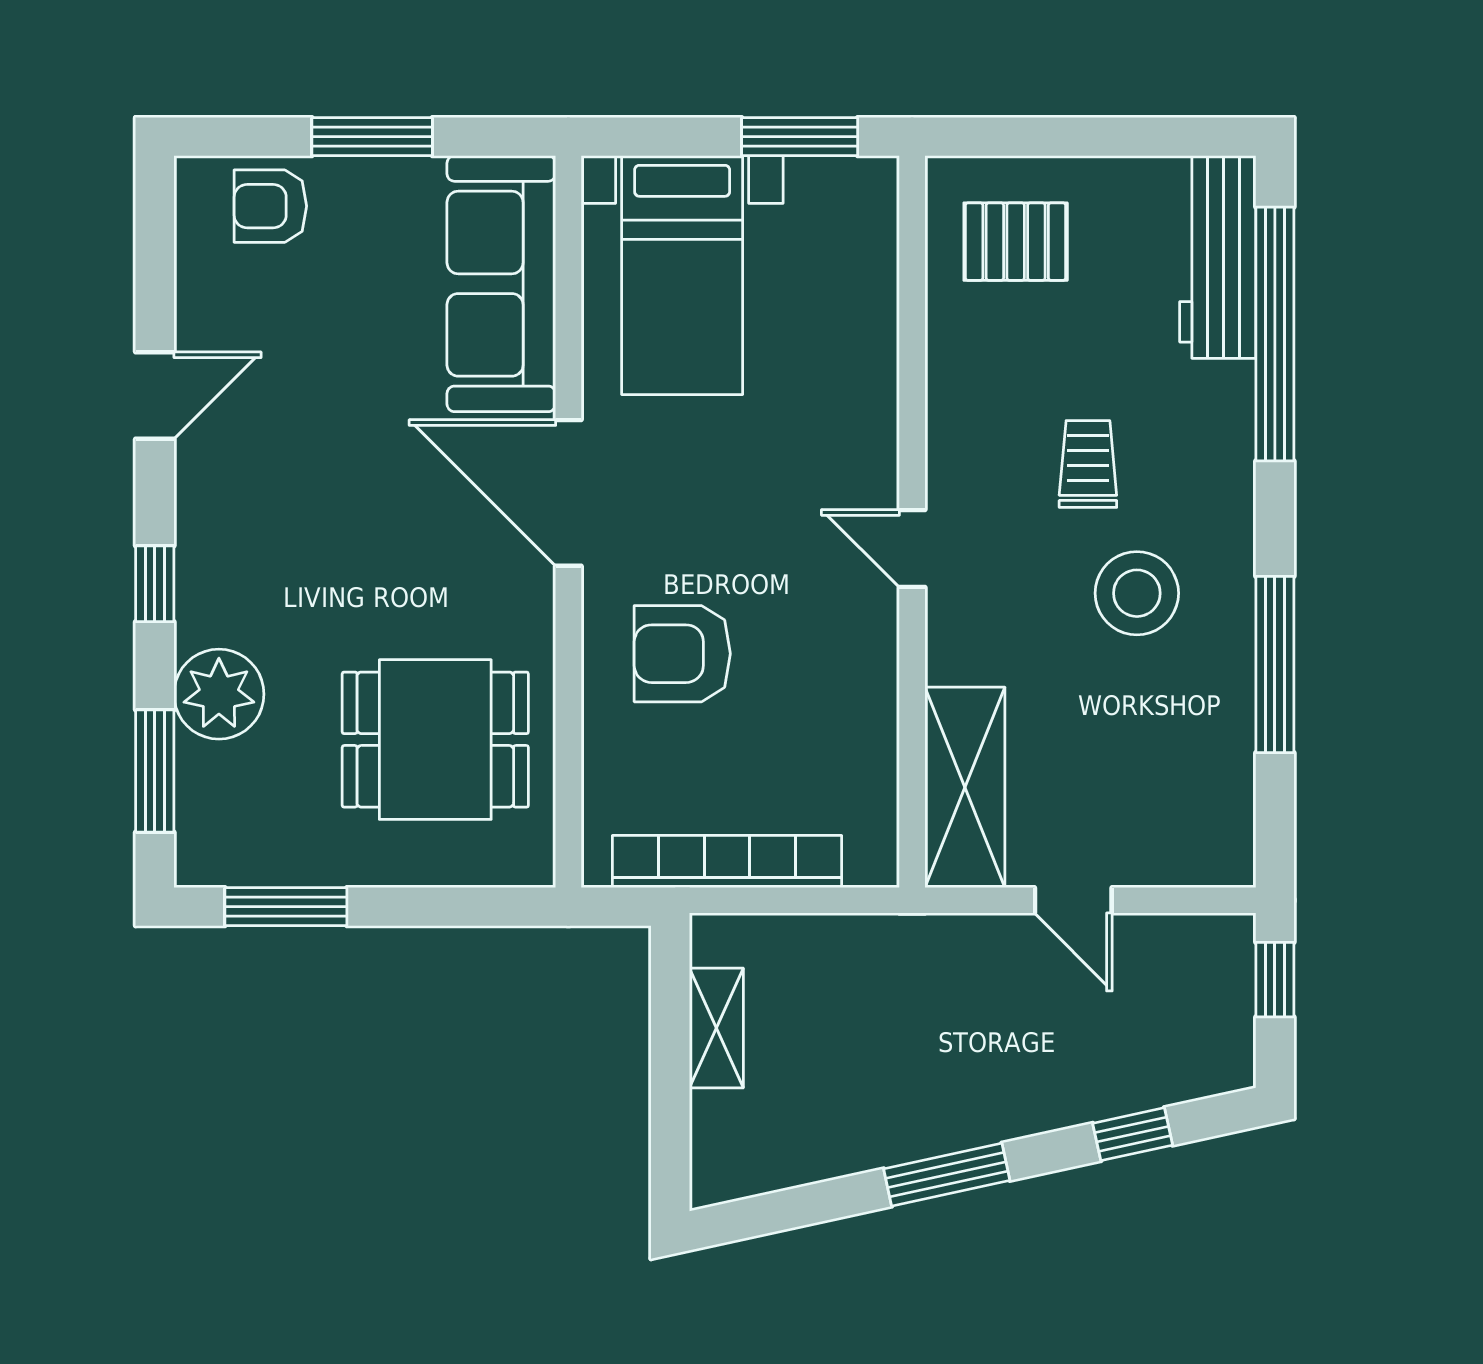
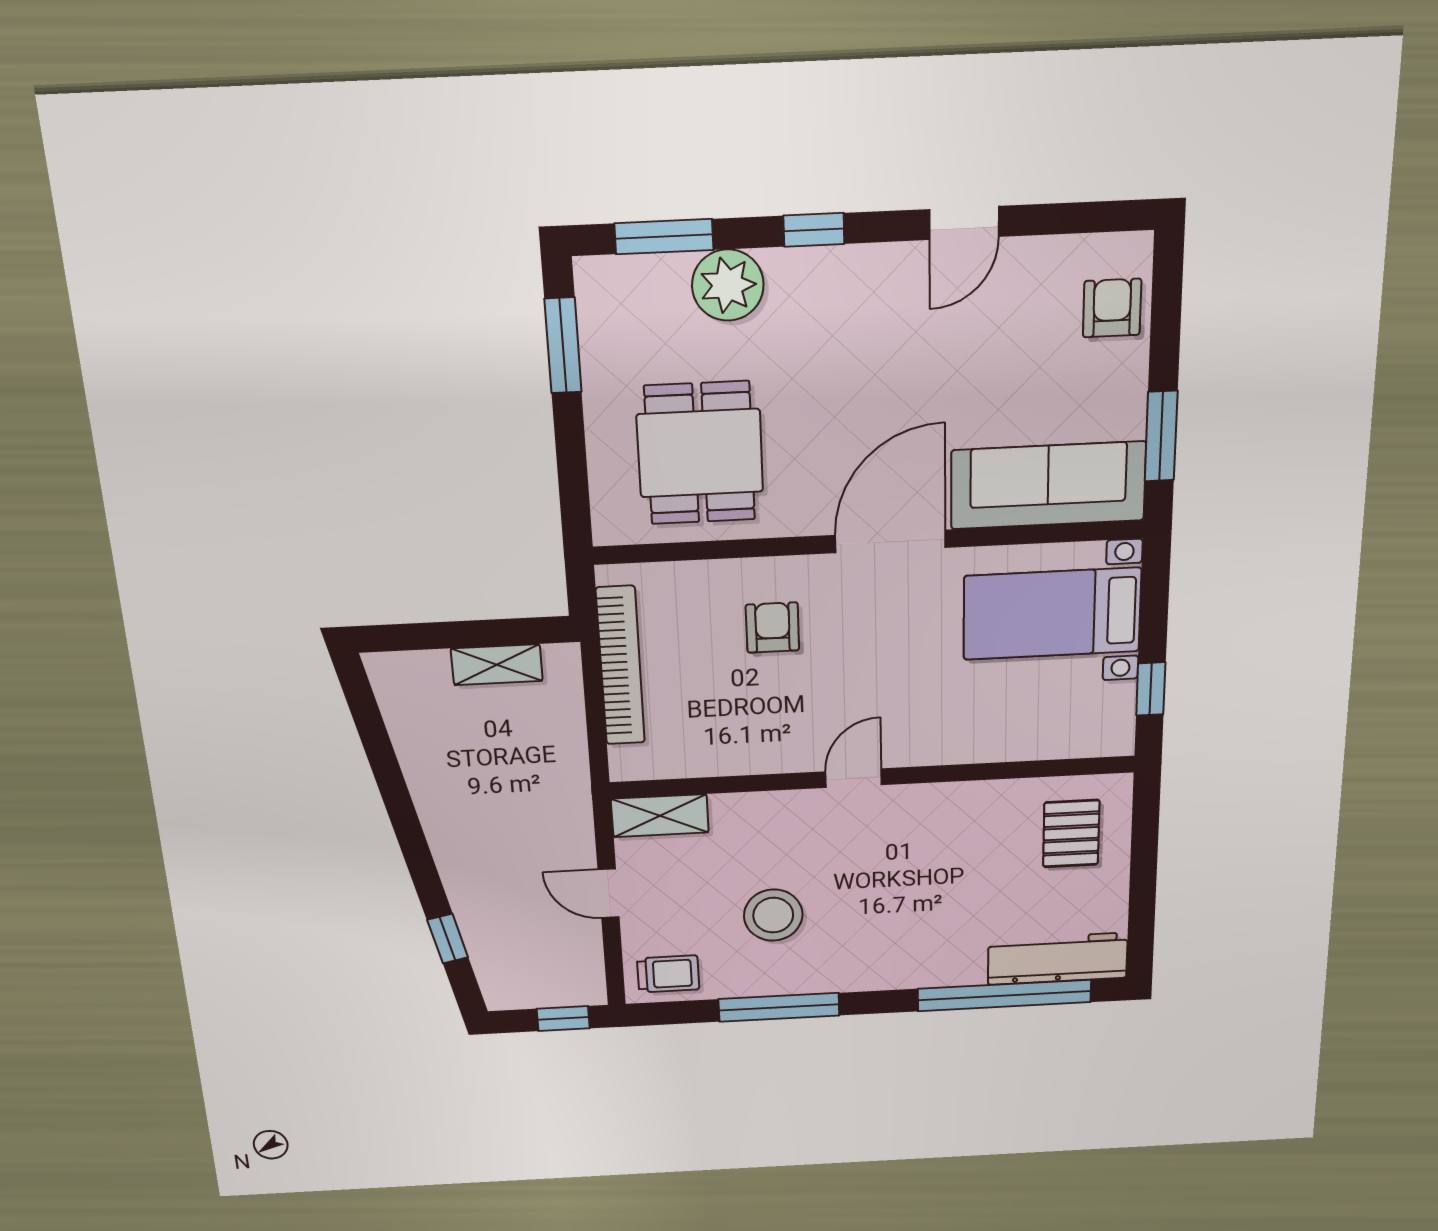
window: (372, 137) -> (1161, 436), moved
window: (800, 137) -> (1151, 689), width x0.67
door: (155, 396) -> (964, 223), hinge flipped
trolley: (1088, 464) -> (668, 974), moved
stool: (1137, 593) -> (773, 915), moved
armchair: (682, 654) -> (772, 628), width x0.72, depth x0.72
shelving: (965, 787) -> (660, 816), width x0.67, depth x0.75
door: (1073, 900) -> (609, 893), hinge flipped
window: (947, 1175) -> (406, 823), removed

